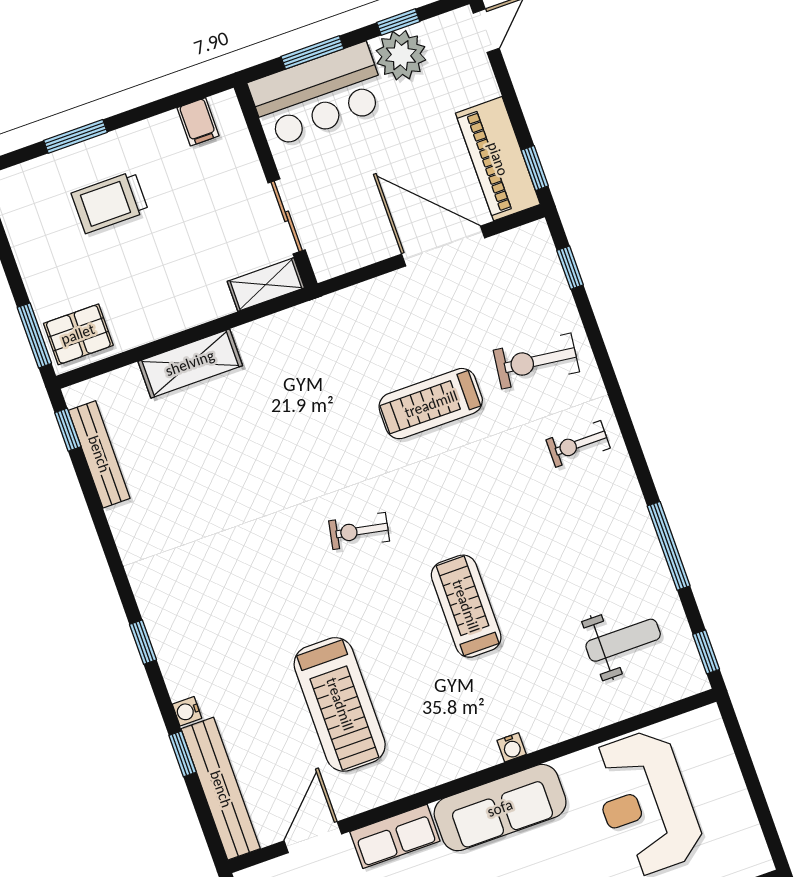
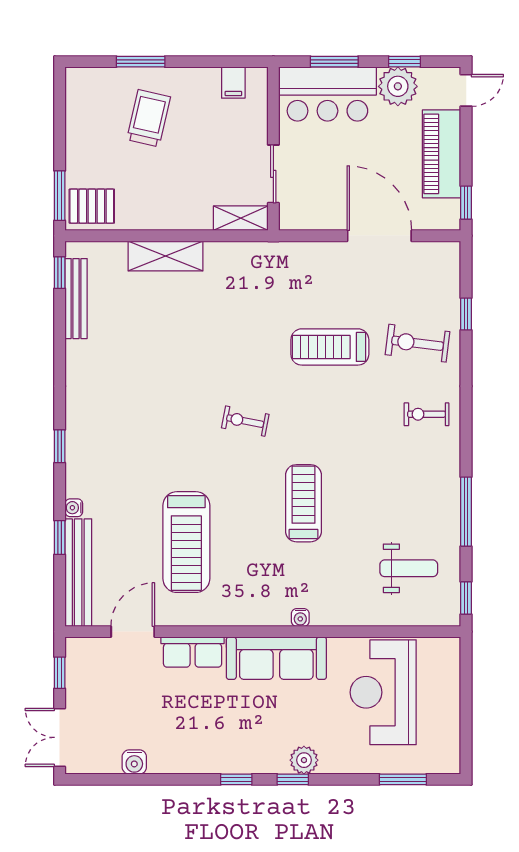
piano: (498, 159) -> (442, 154), moved
trolley: (110, 202) -> (149, 118), turned 103
window: (570, 268) -> (466, 314), moved

